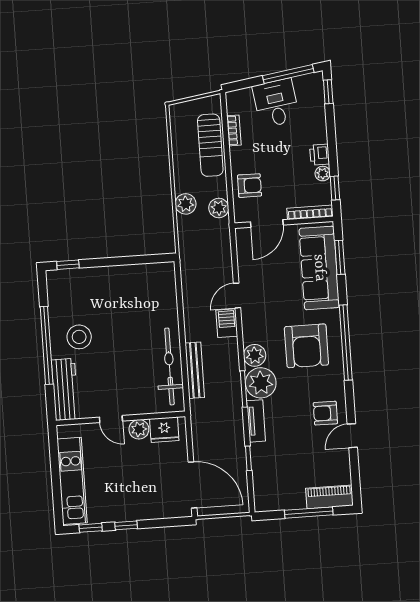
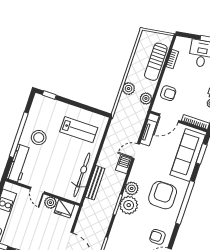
lab bench: (136, 299) -> (79, 130), added
armchair: (306, 346) -> (163, 195), turned 180
tv unit: (256, 421) -> (149, 133), moved

